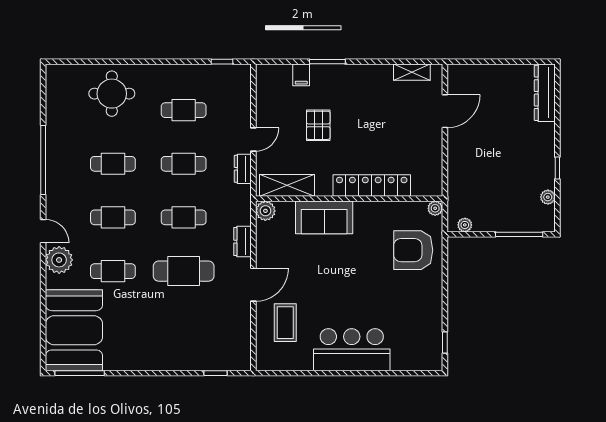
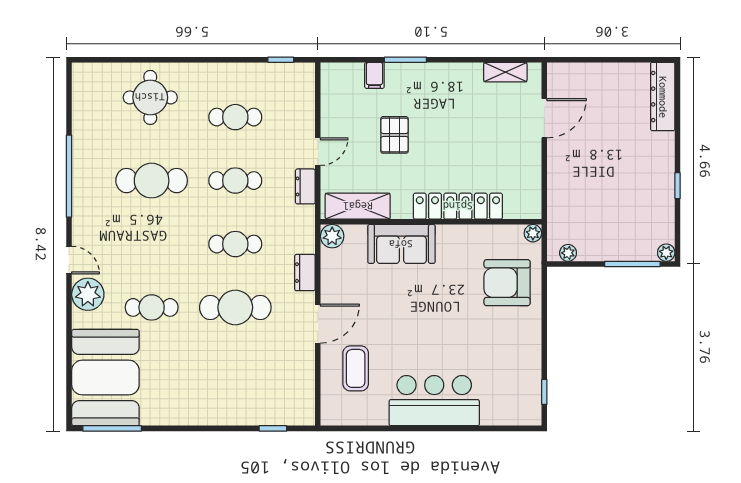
cafe table: (113, 164) -> (152, 181), width x1.37, depth x1.35
plant: (548, 197) -> (666, 253), moved
cafe table: (113, 217) -> (152, 244), removed

